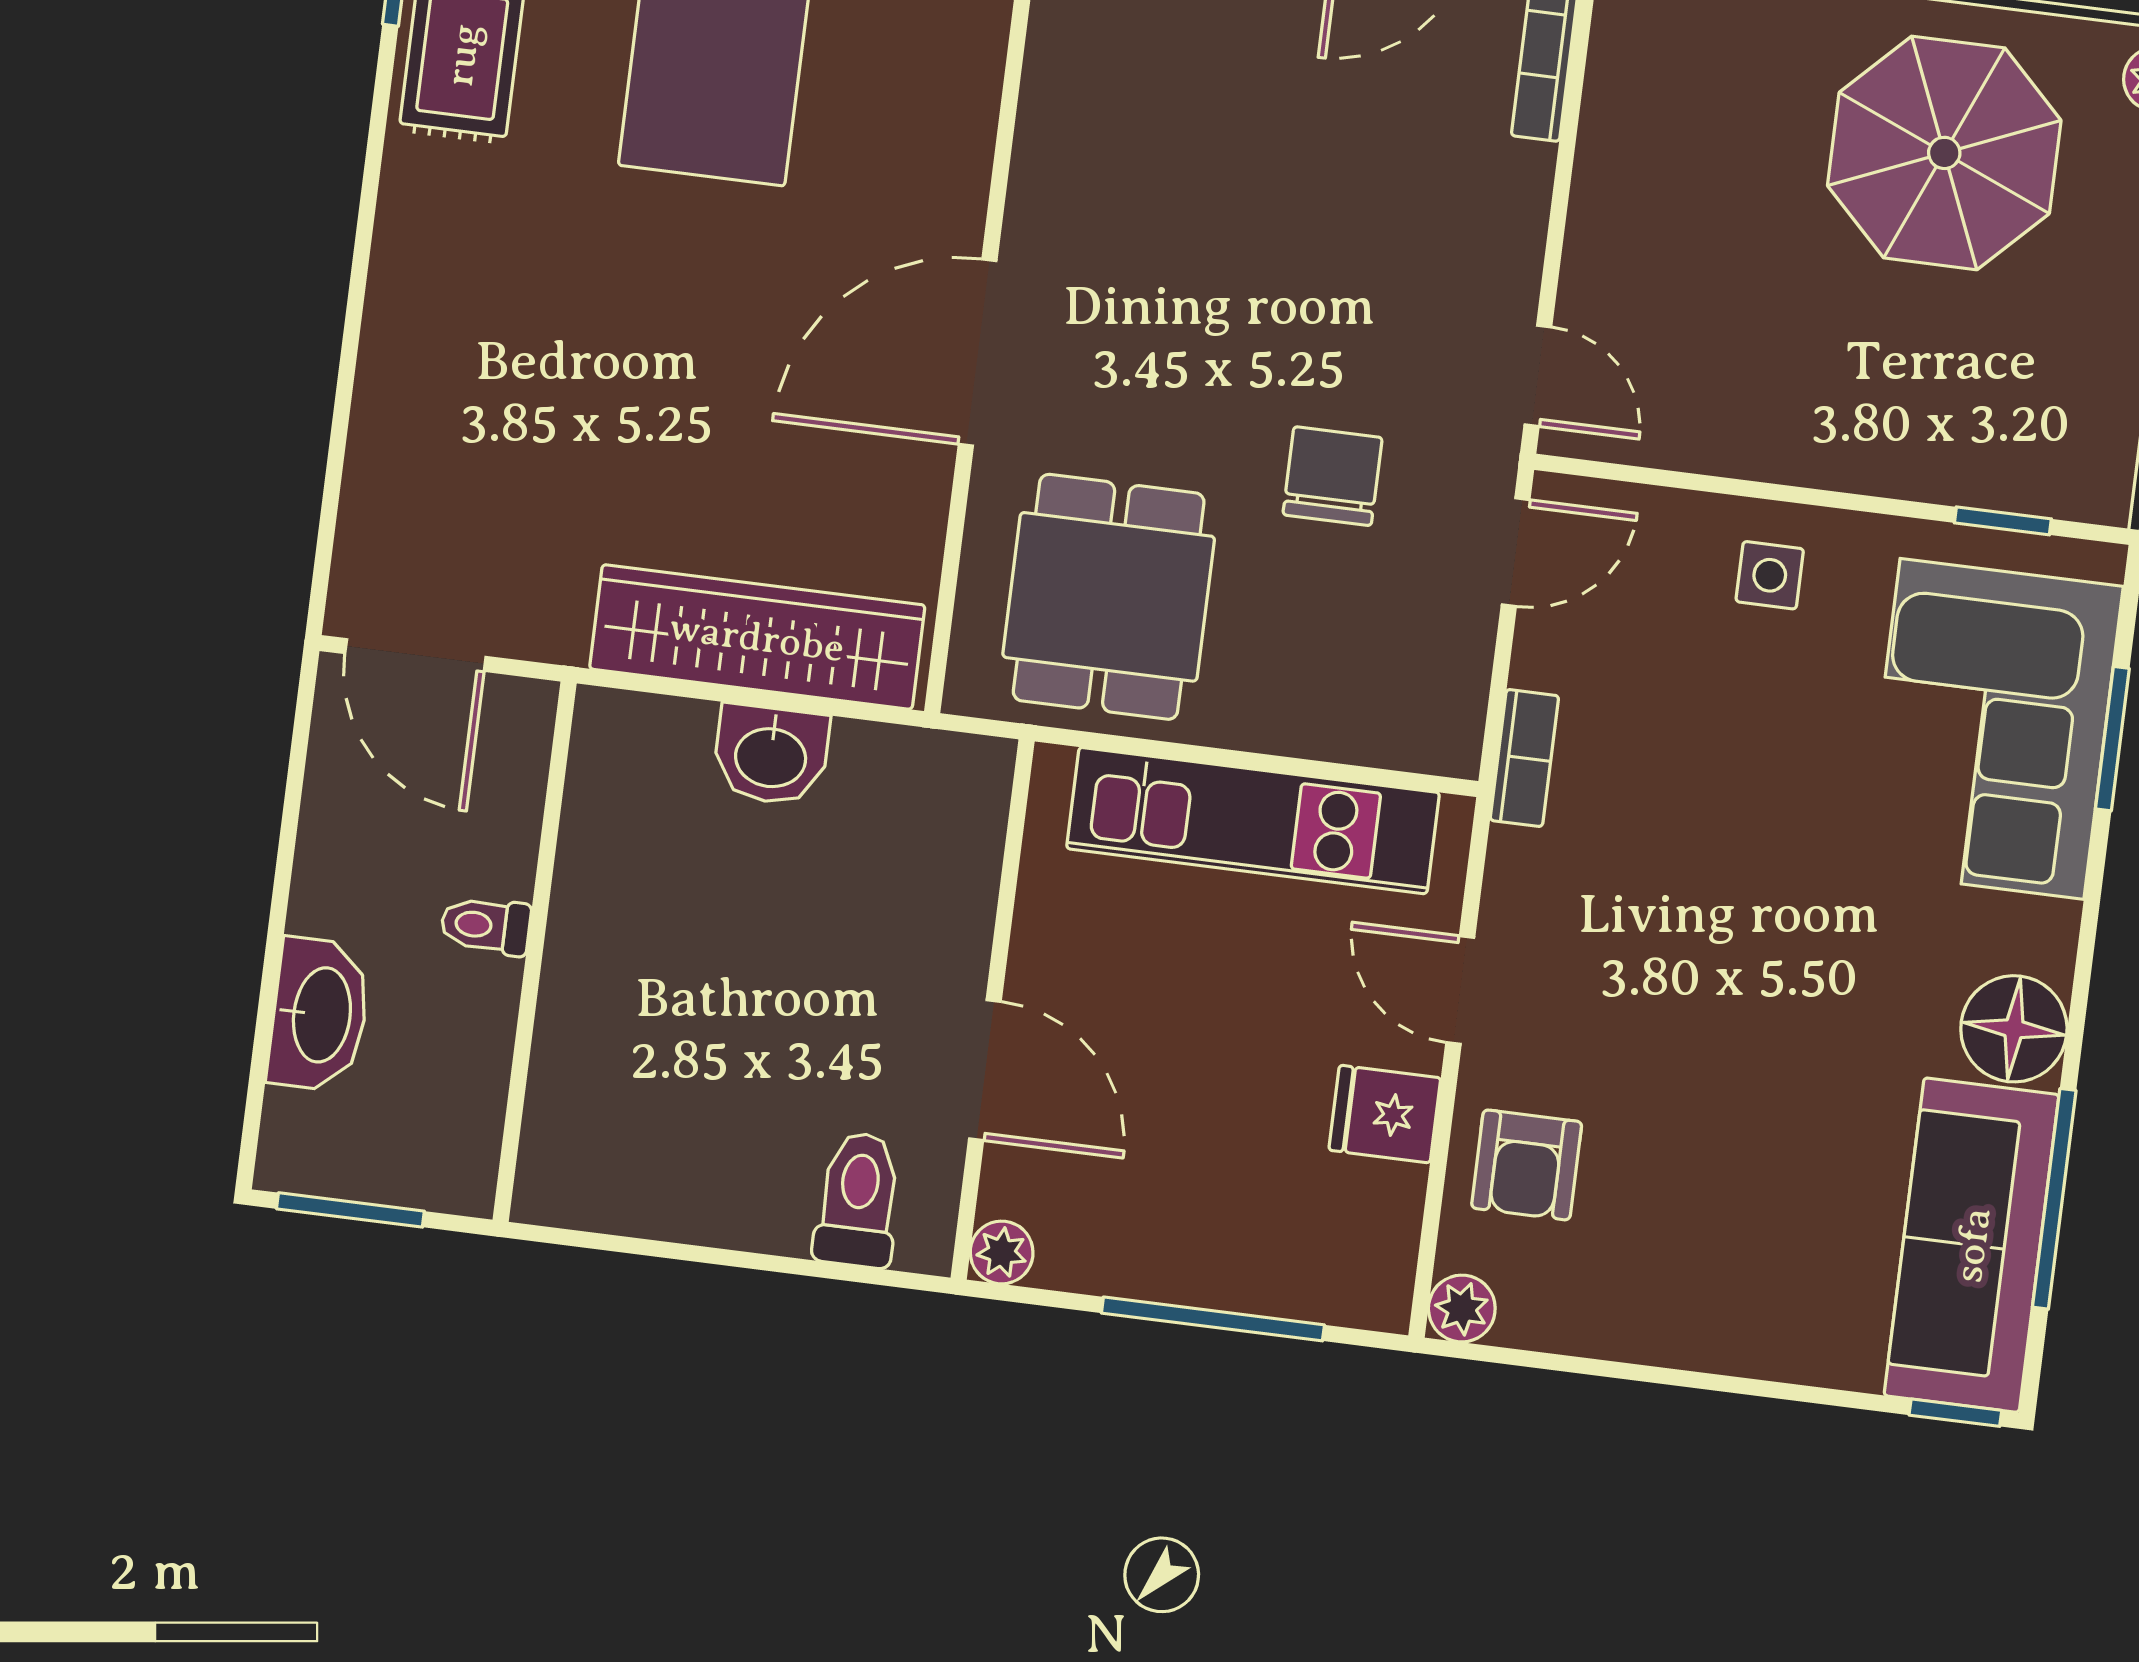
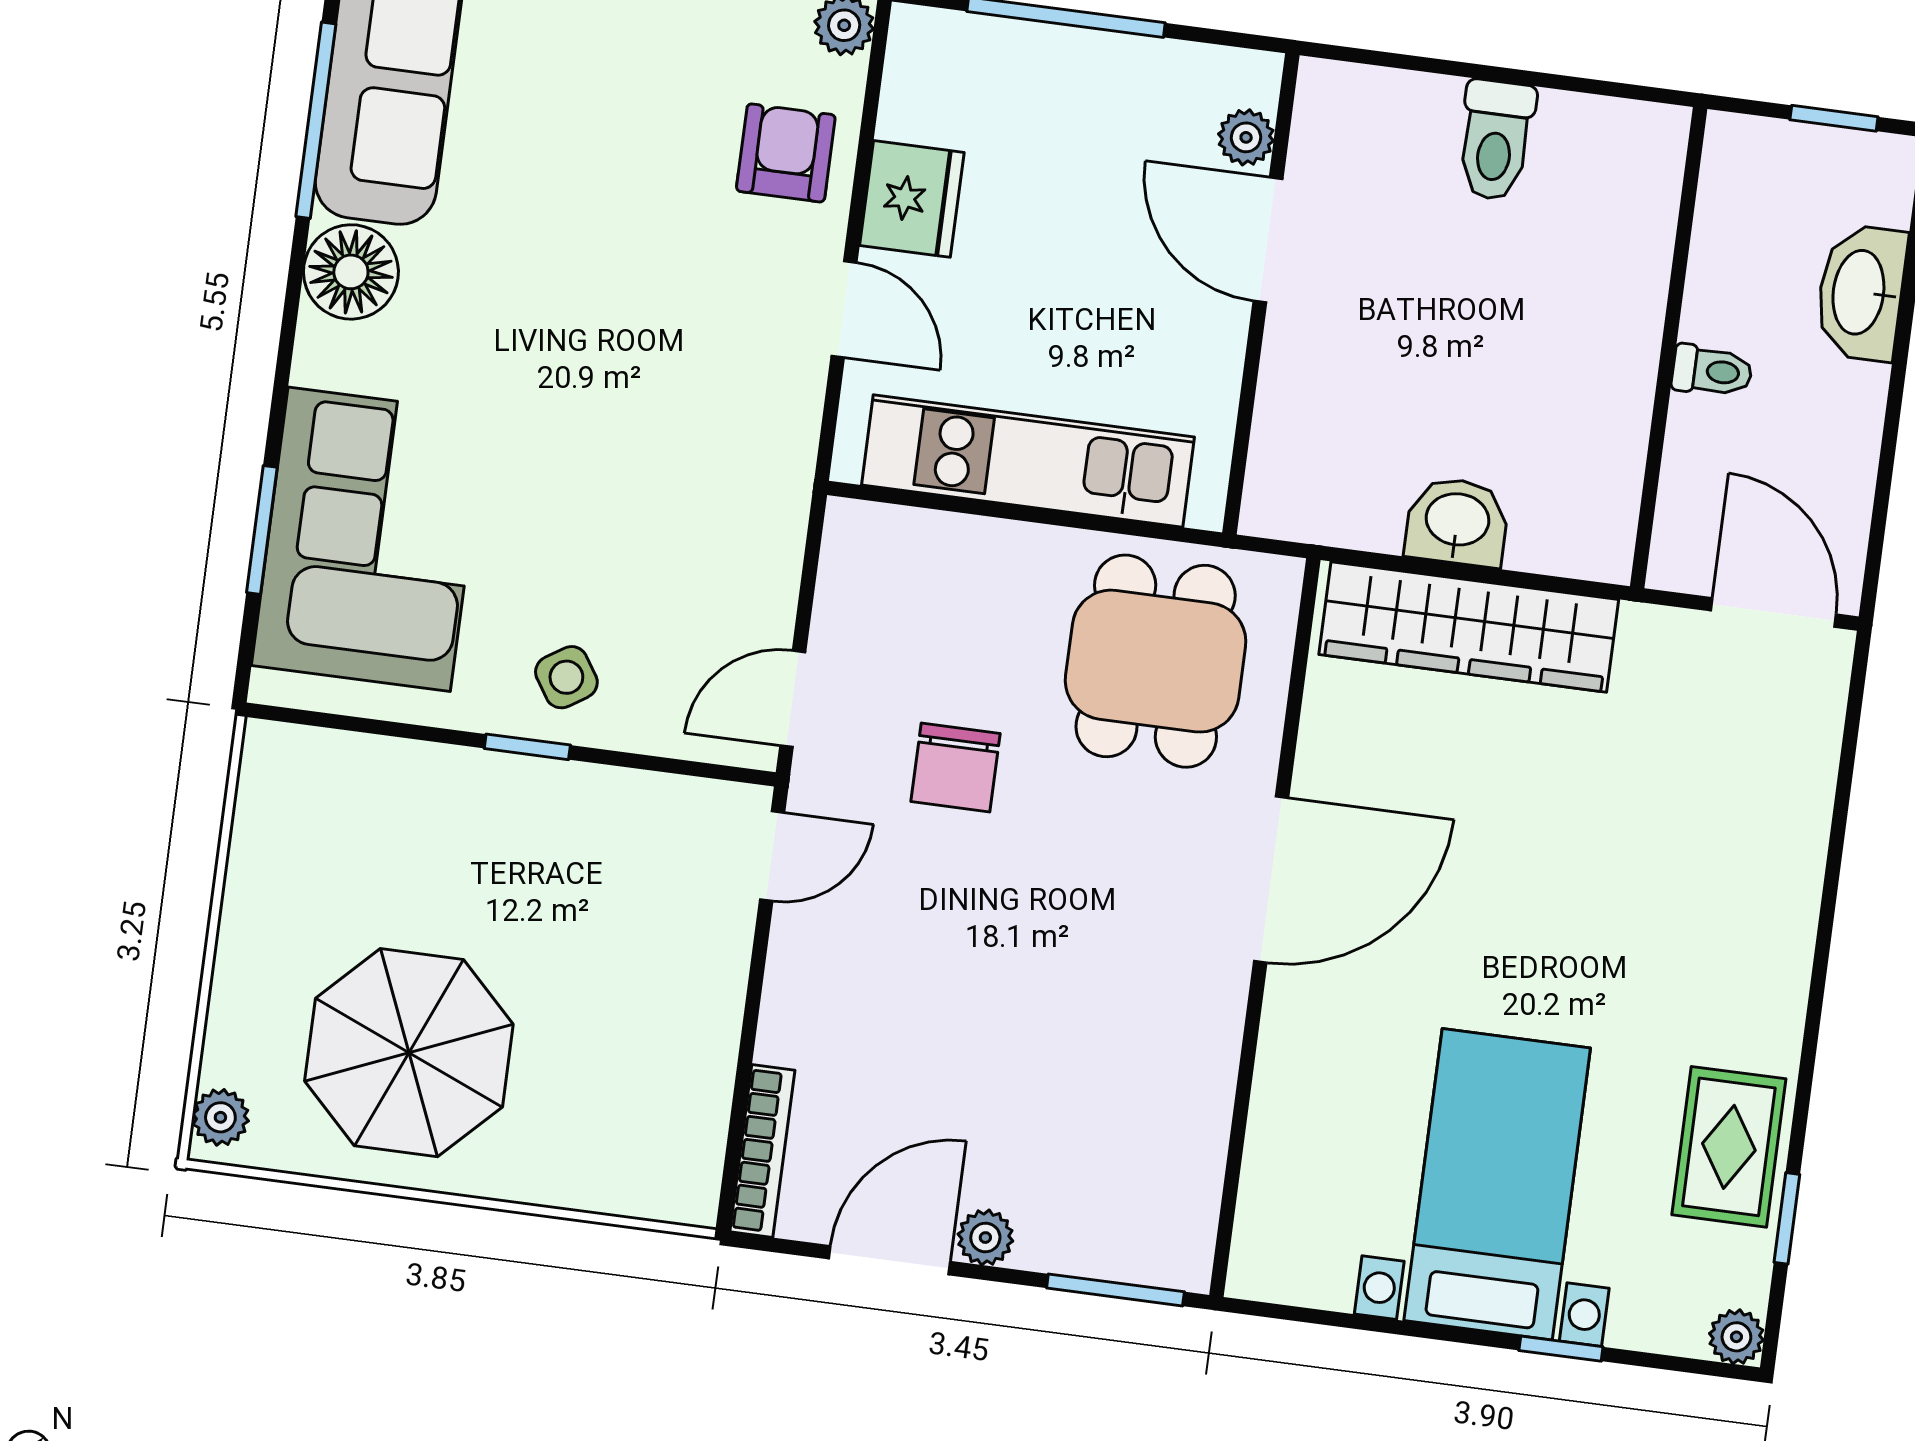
door: (1538, 376) -> (772, 856), swing flipped
window: (2003, 521) -> (527, 747), moved
side table: (1770, 575) -> (566, 677), turned -33
bookcase: (1524, 758) -> (786, 515), removed
fridge: (1385, 1114) -> (912, 199), width x1.38
toilet: (858, 1200) -> (1496, 140), moved
window: (350, 1210) -> (1834, 118), width x0.67
plant: (1002, 1252) -> (1246, 137), moved

